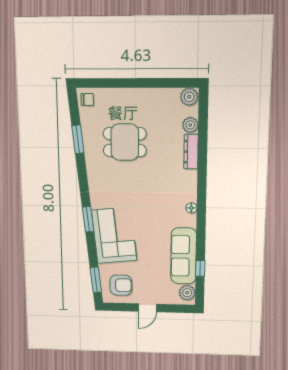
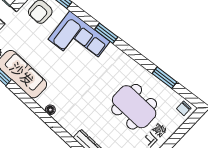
dining table: (125, 142) -> (134, 107), width x1.38

